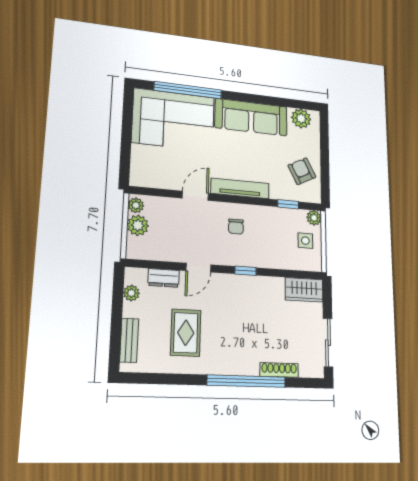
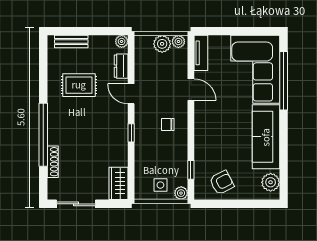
tv unit: (240, 188) -> (201, 53), moved, width x0.71
plant: (131, 293) -> (122, 41), moved

